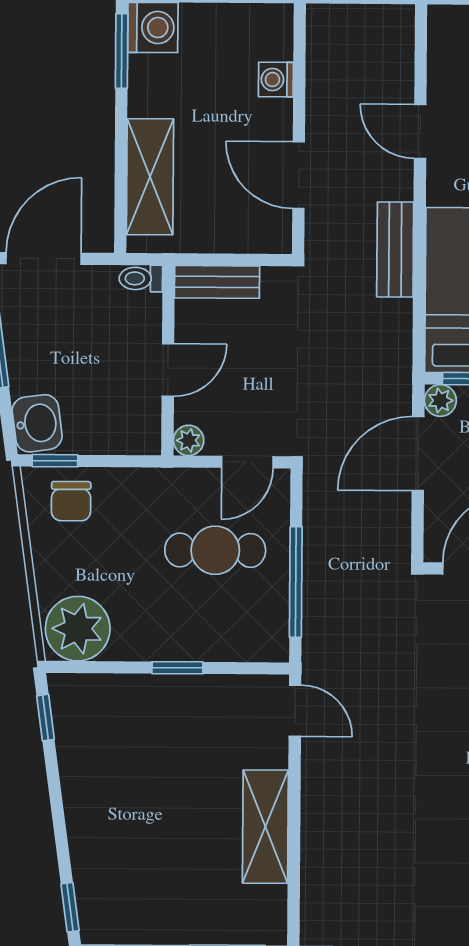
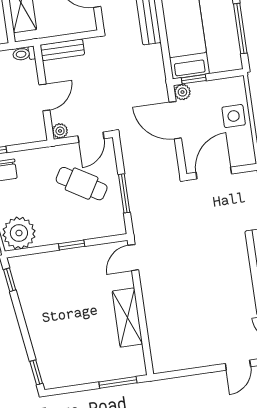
door: (418, 454) -> (175, 120), hinge flipped
cafe table: (215, 550) -> (82, 184), turned 31
window: (296, 582) -> (124, 193), width x0.69
door: (295, 711) -> (133, 258), swing flipped

